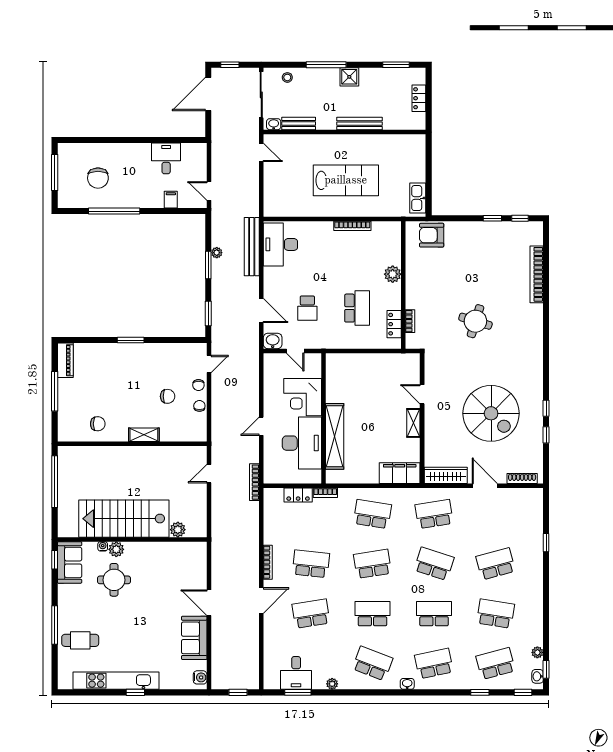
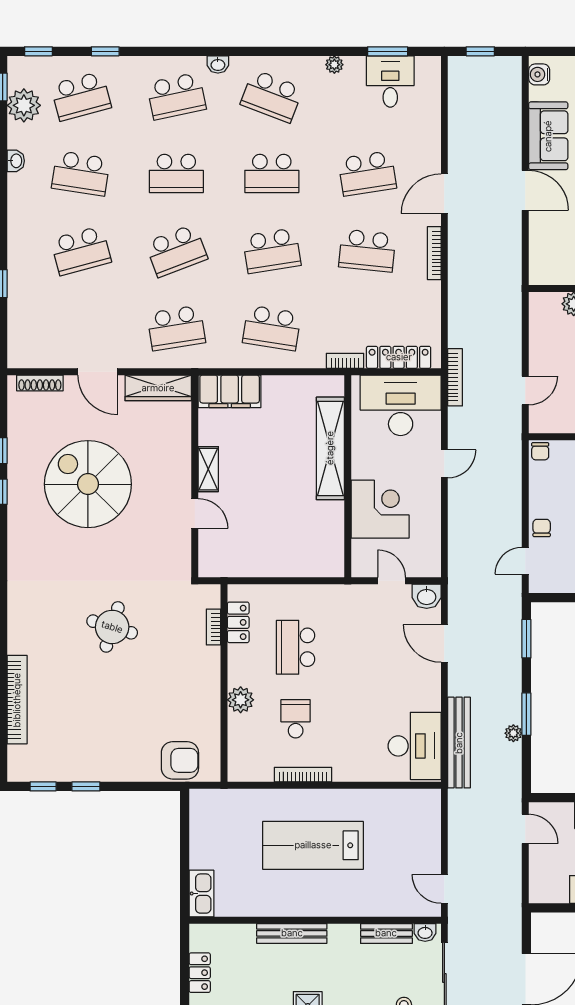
kitchen sink: (418, 198) -> (201, 894), moved
school desk: (307, 308) -> (296, 719), moved
chair: (199, 406) -> (540, 451), moved
desk: (302, 443) -> (401, 405), moved, turned 90
locker: (298, 495) -> (399, 357), width x1.53
school desk: (434, 564) -> (176, 251), turned -39
plant: (537, 652) -> (24, 105), width x1.88, depth x1.88
washbasin: (538, 676) -> (16, 161), moved

